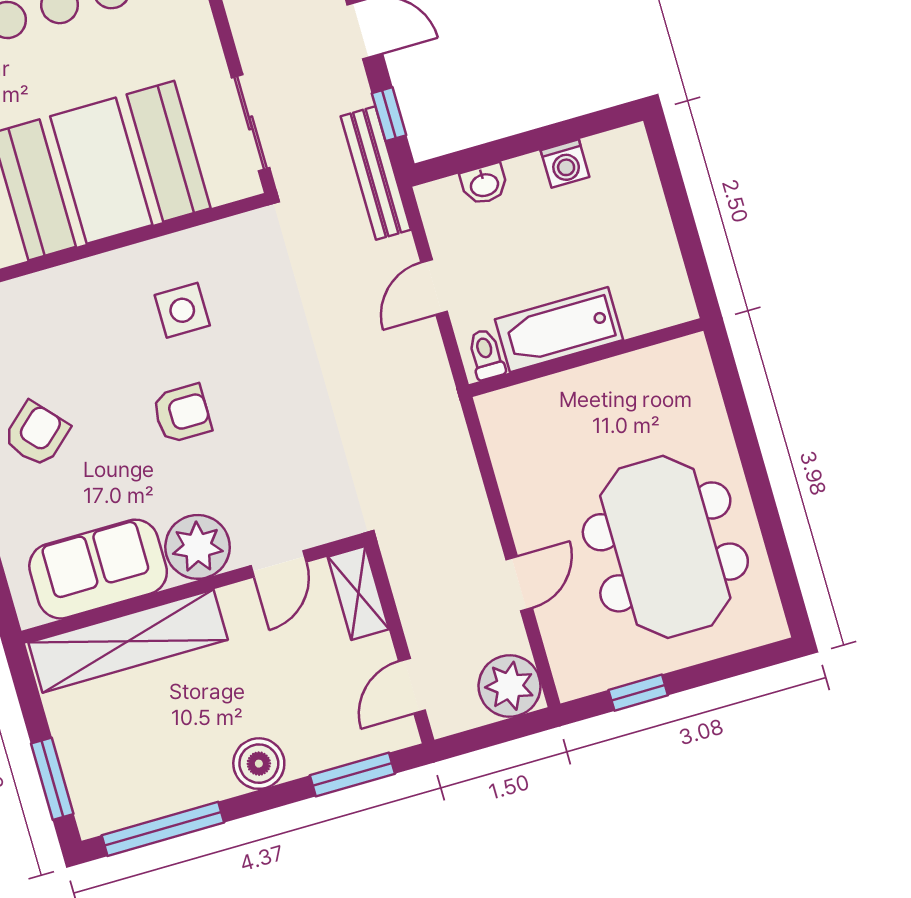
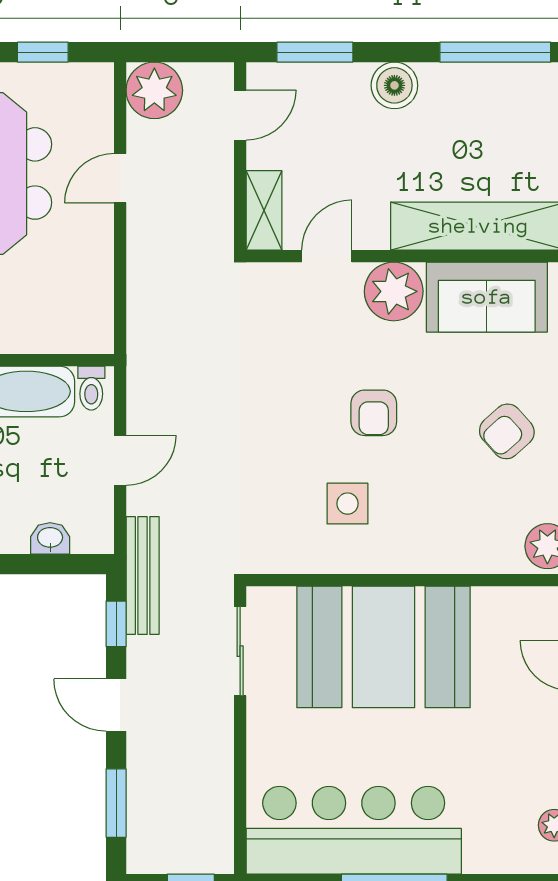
armchair: (182, 413) -> (374, 413), turned -90

